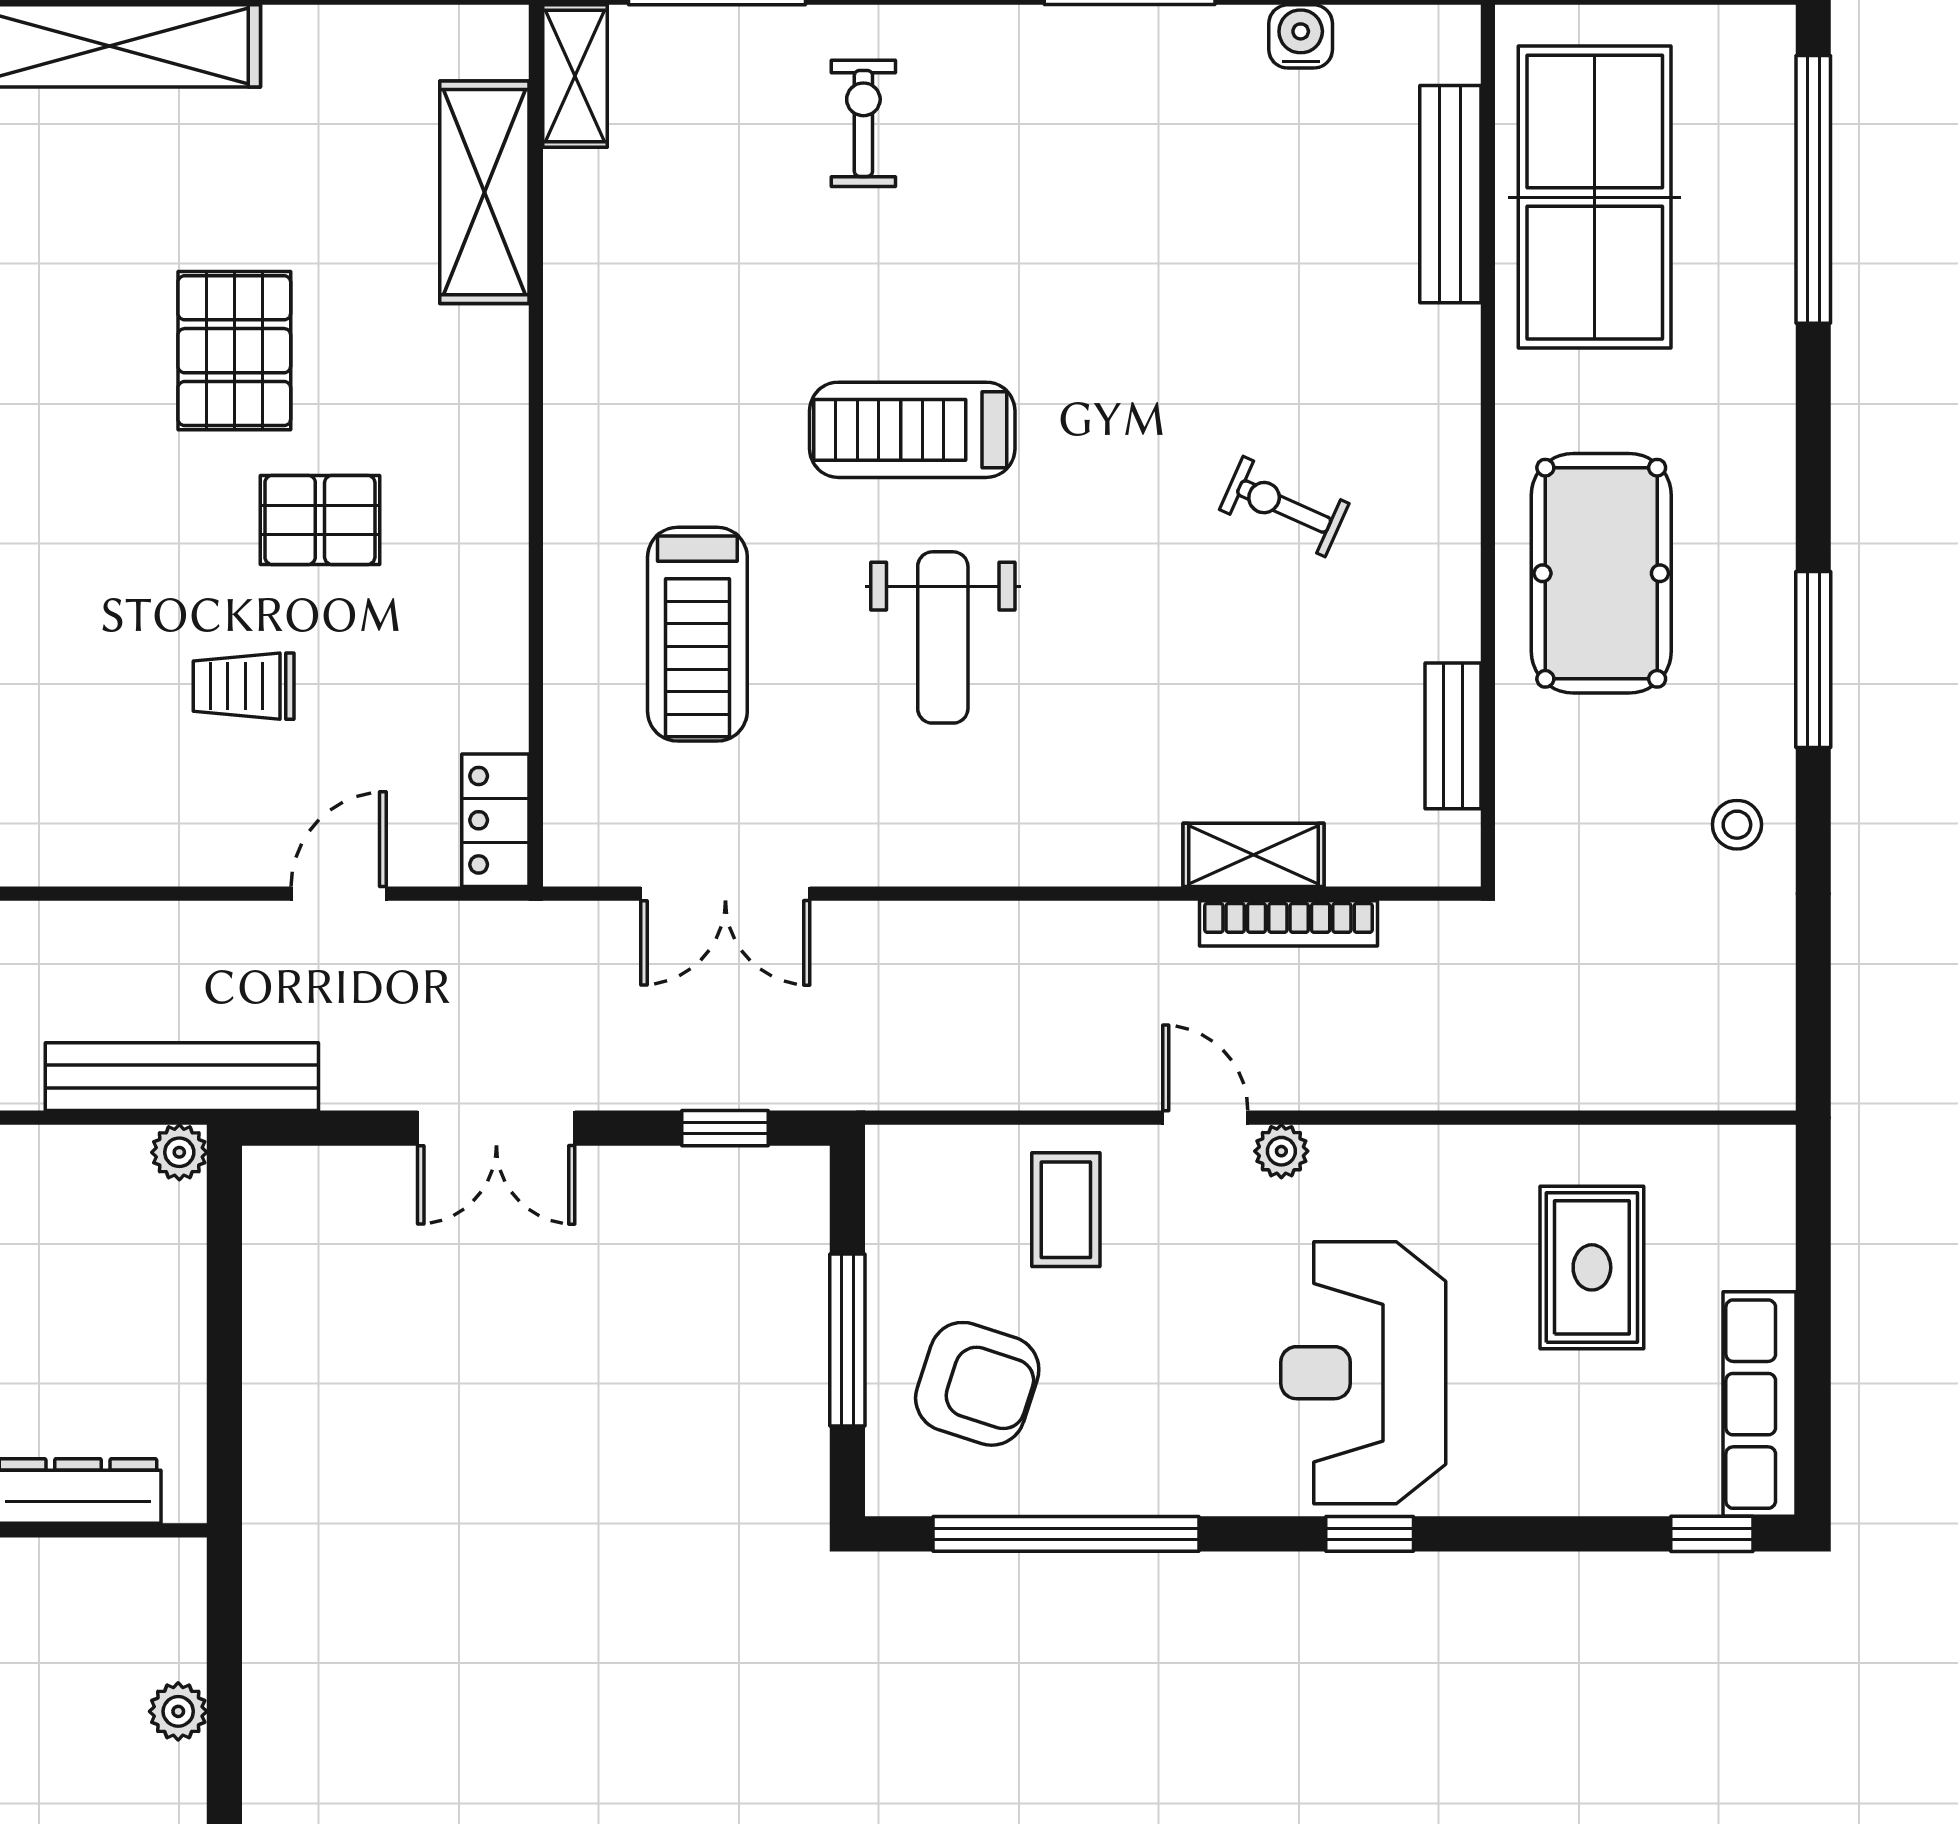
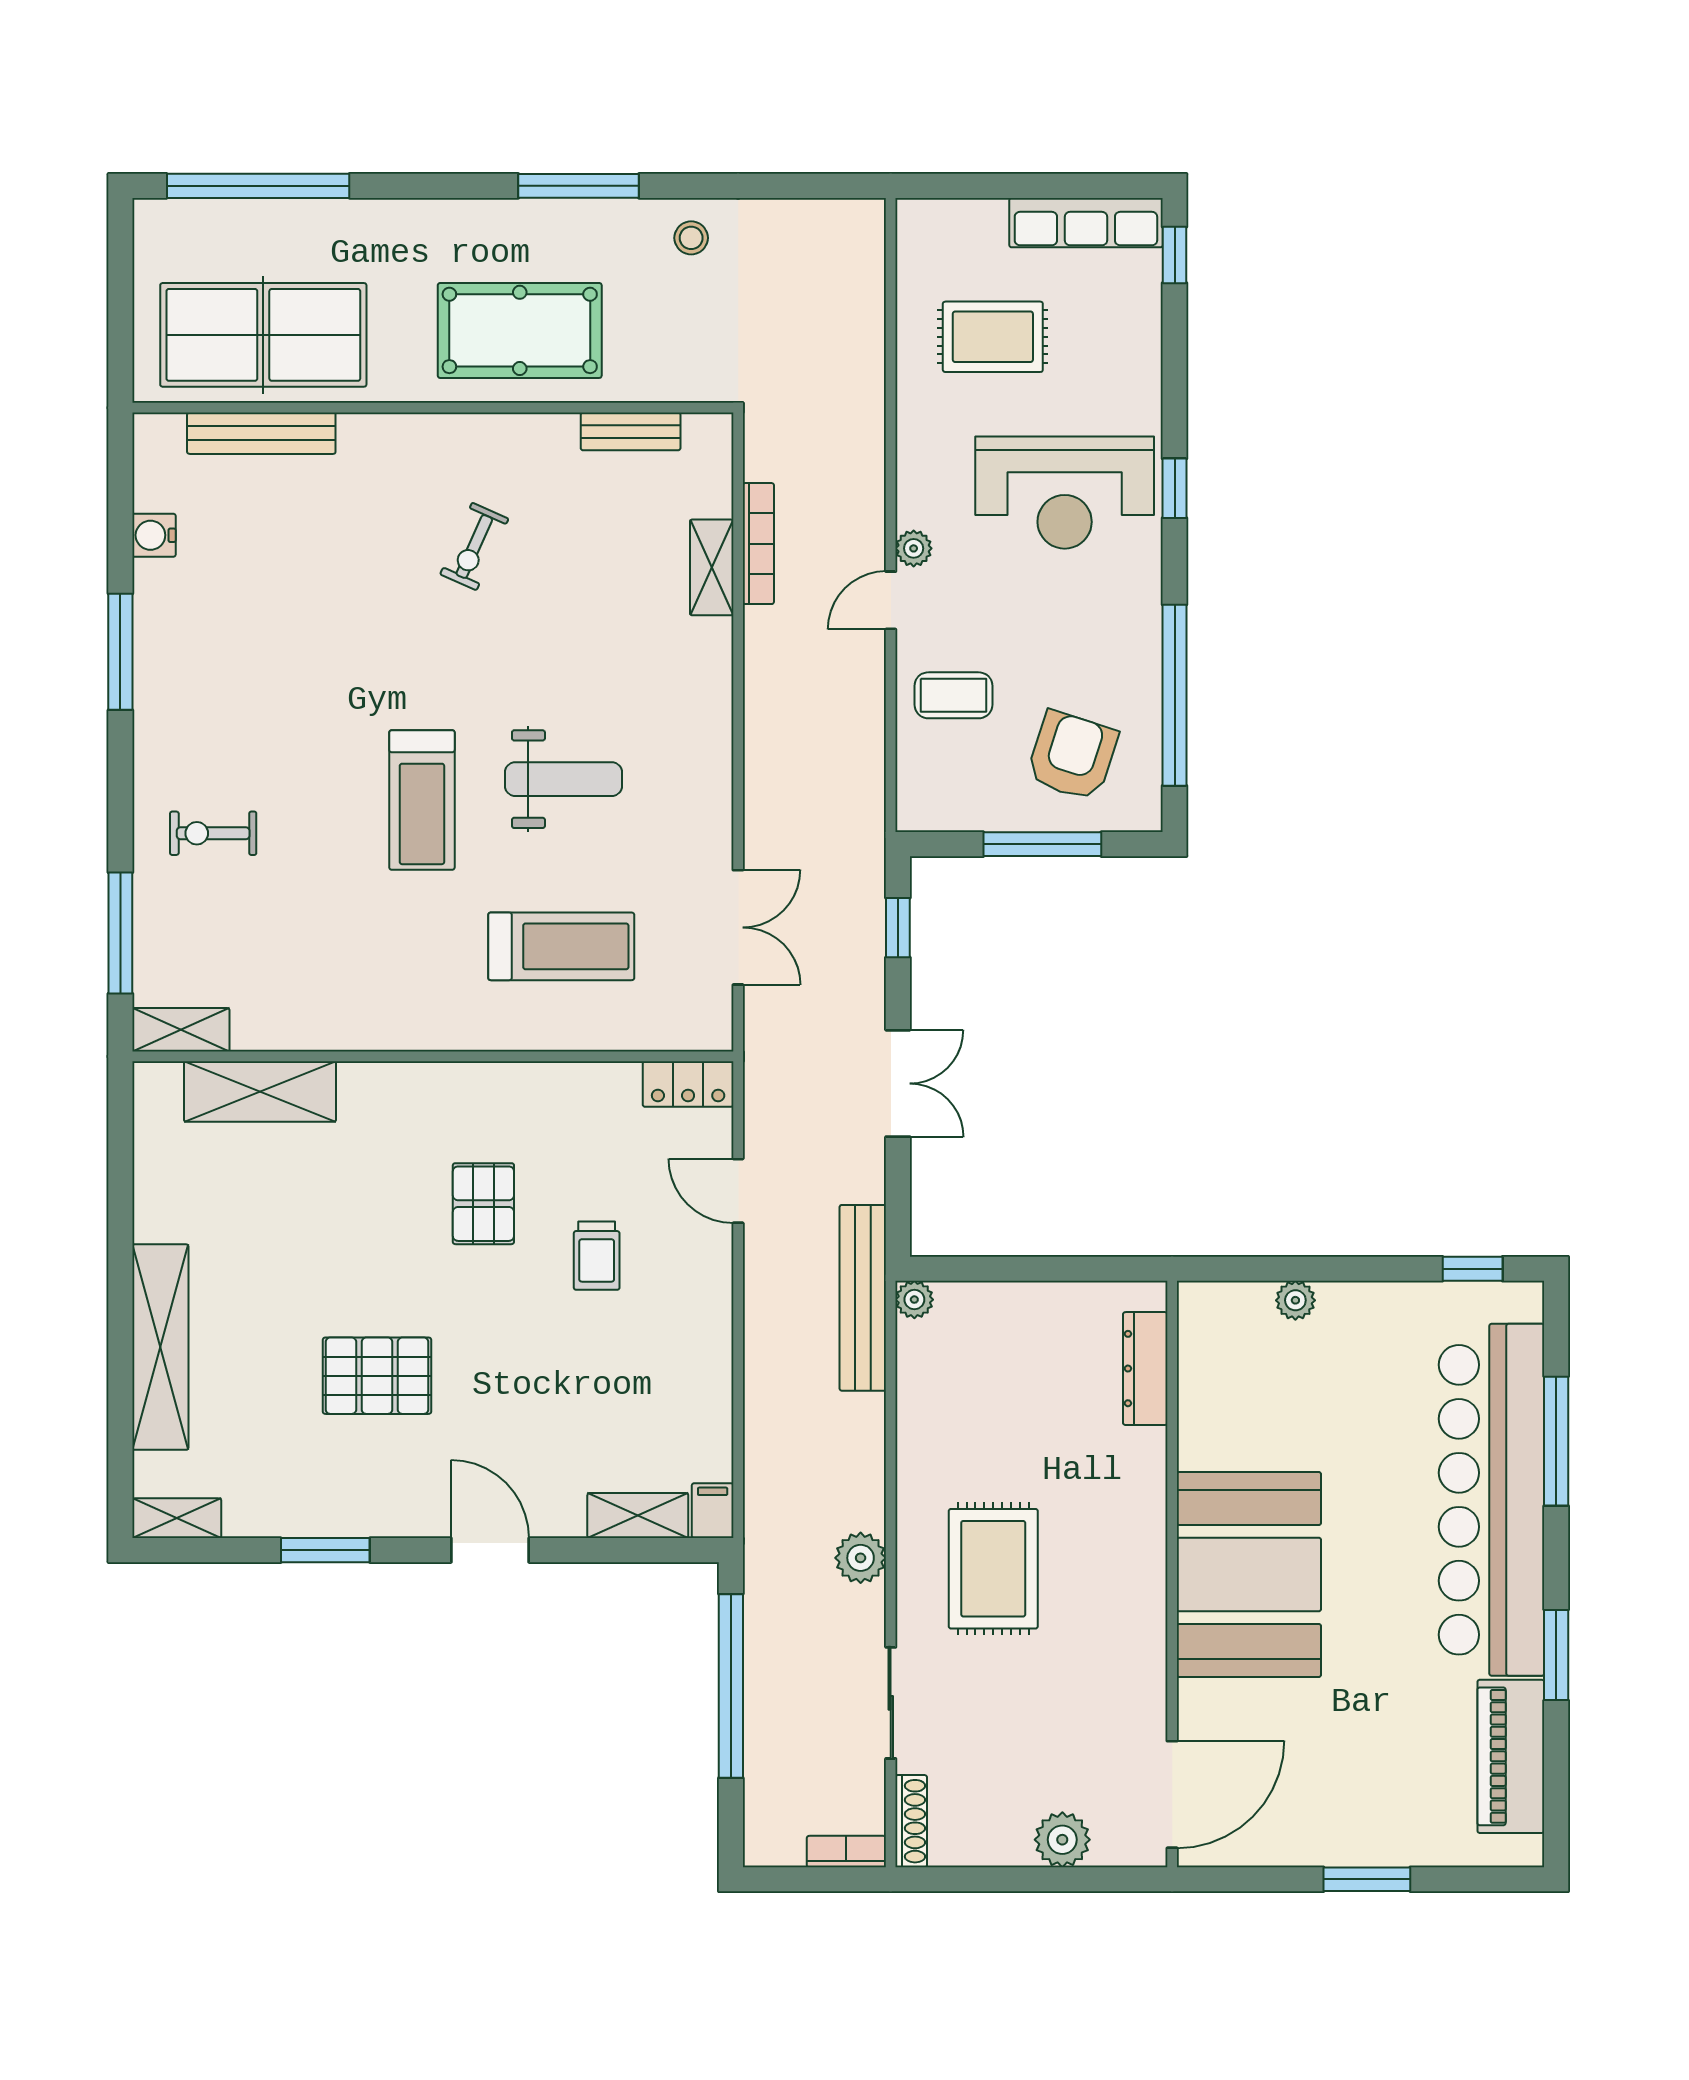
pallet: (234, 351) -> (377, 1376), moved

